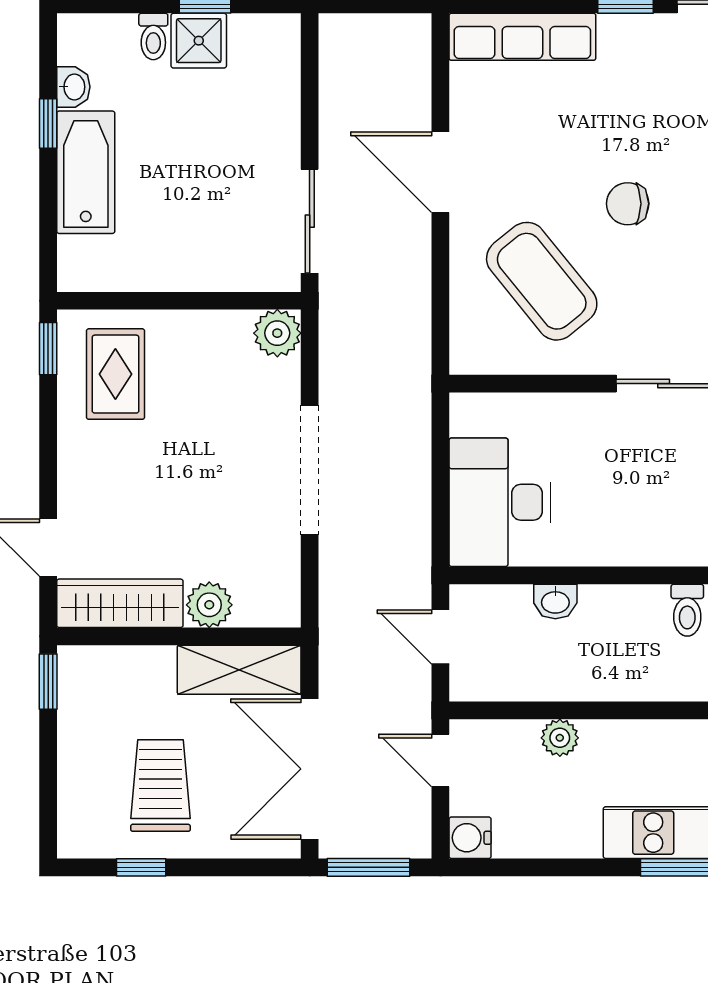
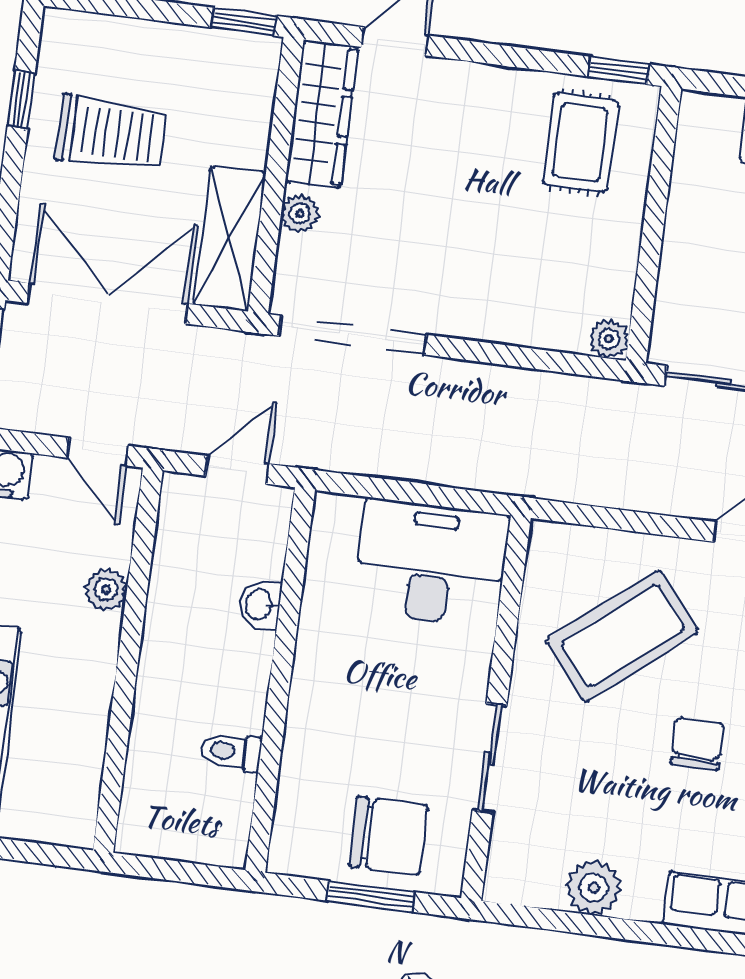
plant: (277, 333) -> (609, 339), width x0.73, depth x0.73
rug: (115, 374) -> (580, 142), turned 90
doorway: (310, 470) -> (353, 335), moved
desk: (500, 502) -> (431, 563), moved
plant: (209, 605) -> (300, 213), width x0.73, depth x0.73
door: (440, 761) -> (98, 452), swing flipped

